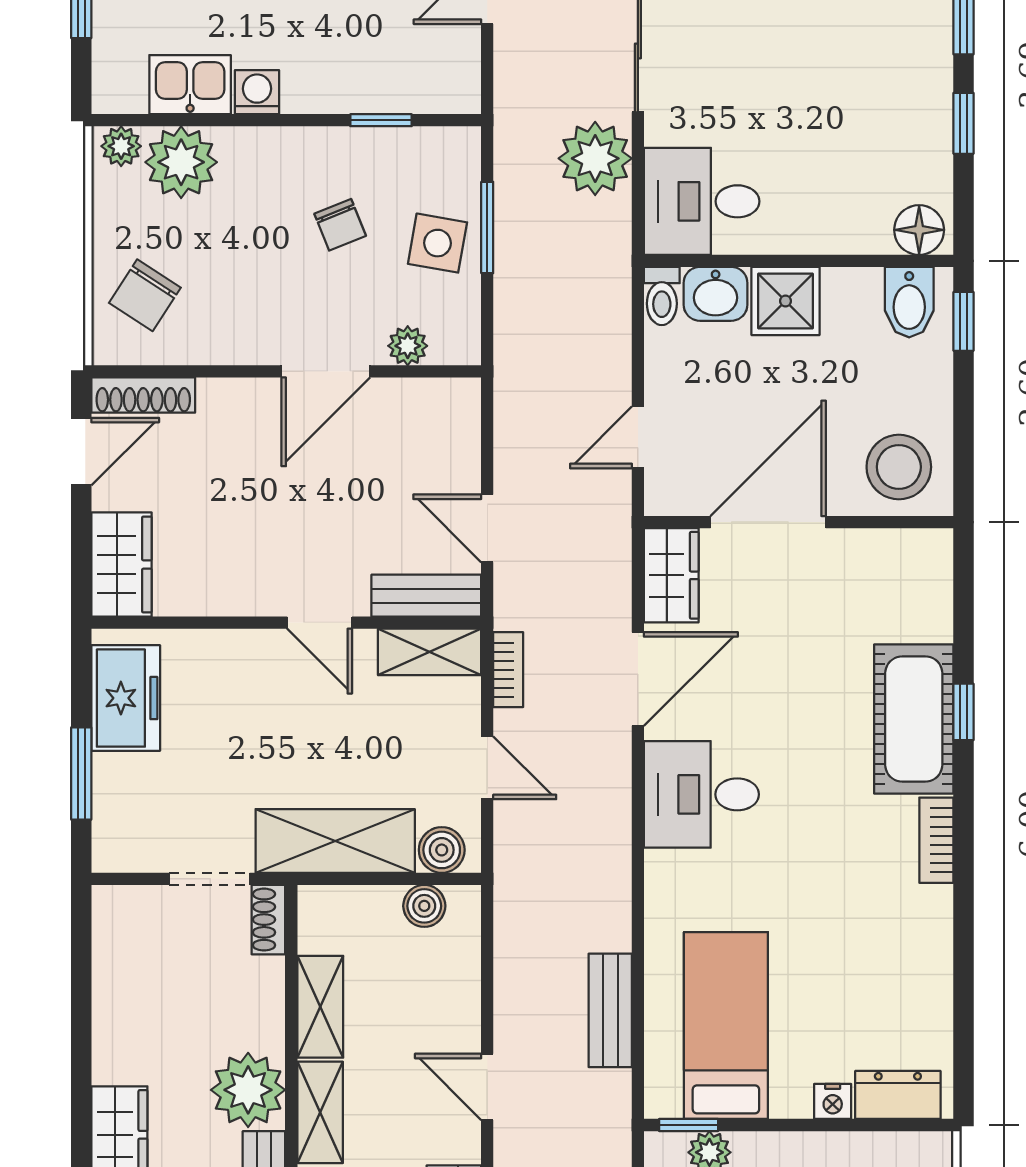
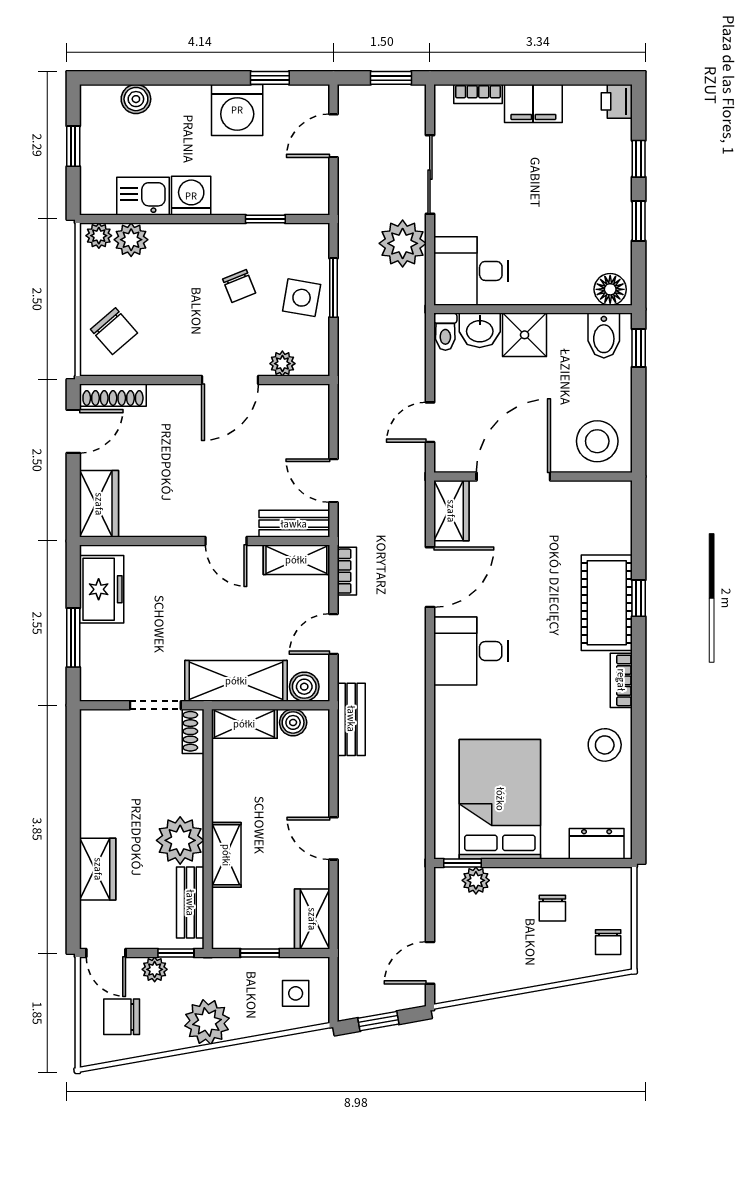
washing machine: (257, 92) -> (191, 196), width x1.38, depth x1.38
plant: (181, 162) -> (131, 240), width x0.73, depth x0.73
chair: (145, 295) -> (114, 331), turned -74
door: (487, 768) -> (333, 634), swing flipped
stool: (911, 941) -> (605, 745), added
shelving: (320, 1007) -> (244, 724), moved, turned 90
bench: (610, 1010) -> (351, 719), moved
bed: (726, 1026) -> (500, 799), width x1.50
nightstand: (833, 1101) -> (555, 848), removed

